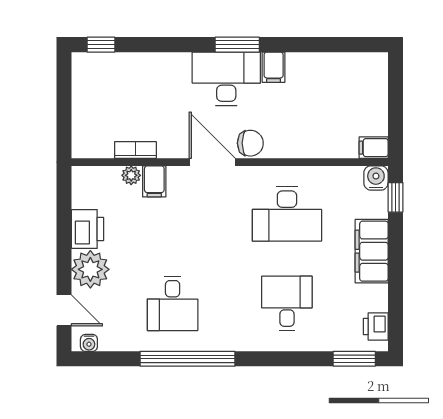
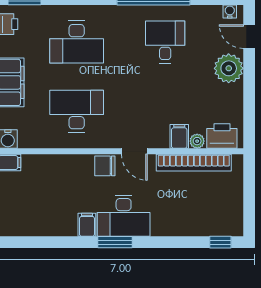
bookcase: (135, 150) -> (194, 163), width x2.31, depth x1.31
door: (212, 162) -> (134, 151), width x0.73
printer: (88, 229) -> (222, 136), moved, turned 90
desk: (287, 303) -> (77, 42), width x1.37

